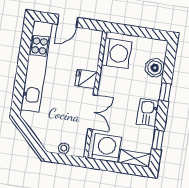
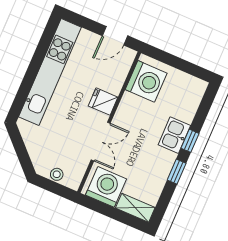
door: (68, 21) -> (115, 36), moved
boiler: (155, 68) -> (186, 110), removed
kitchen sink: (148, 113) -> (174, 135), moved
window: (158, 140) -> (177, 172), moved

